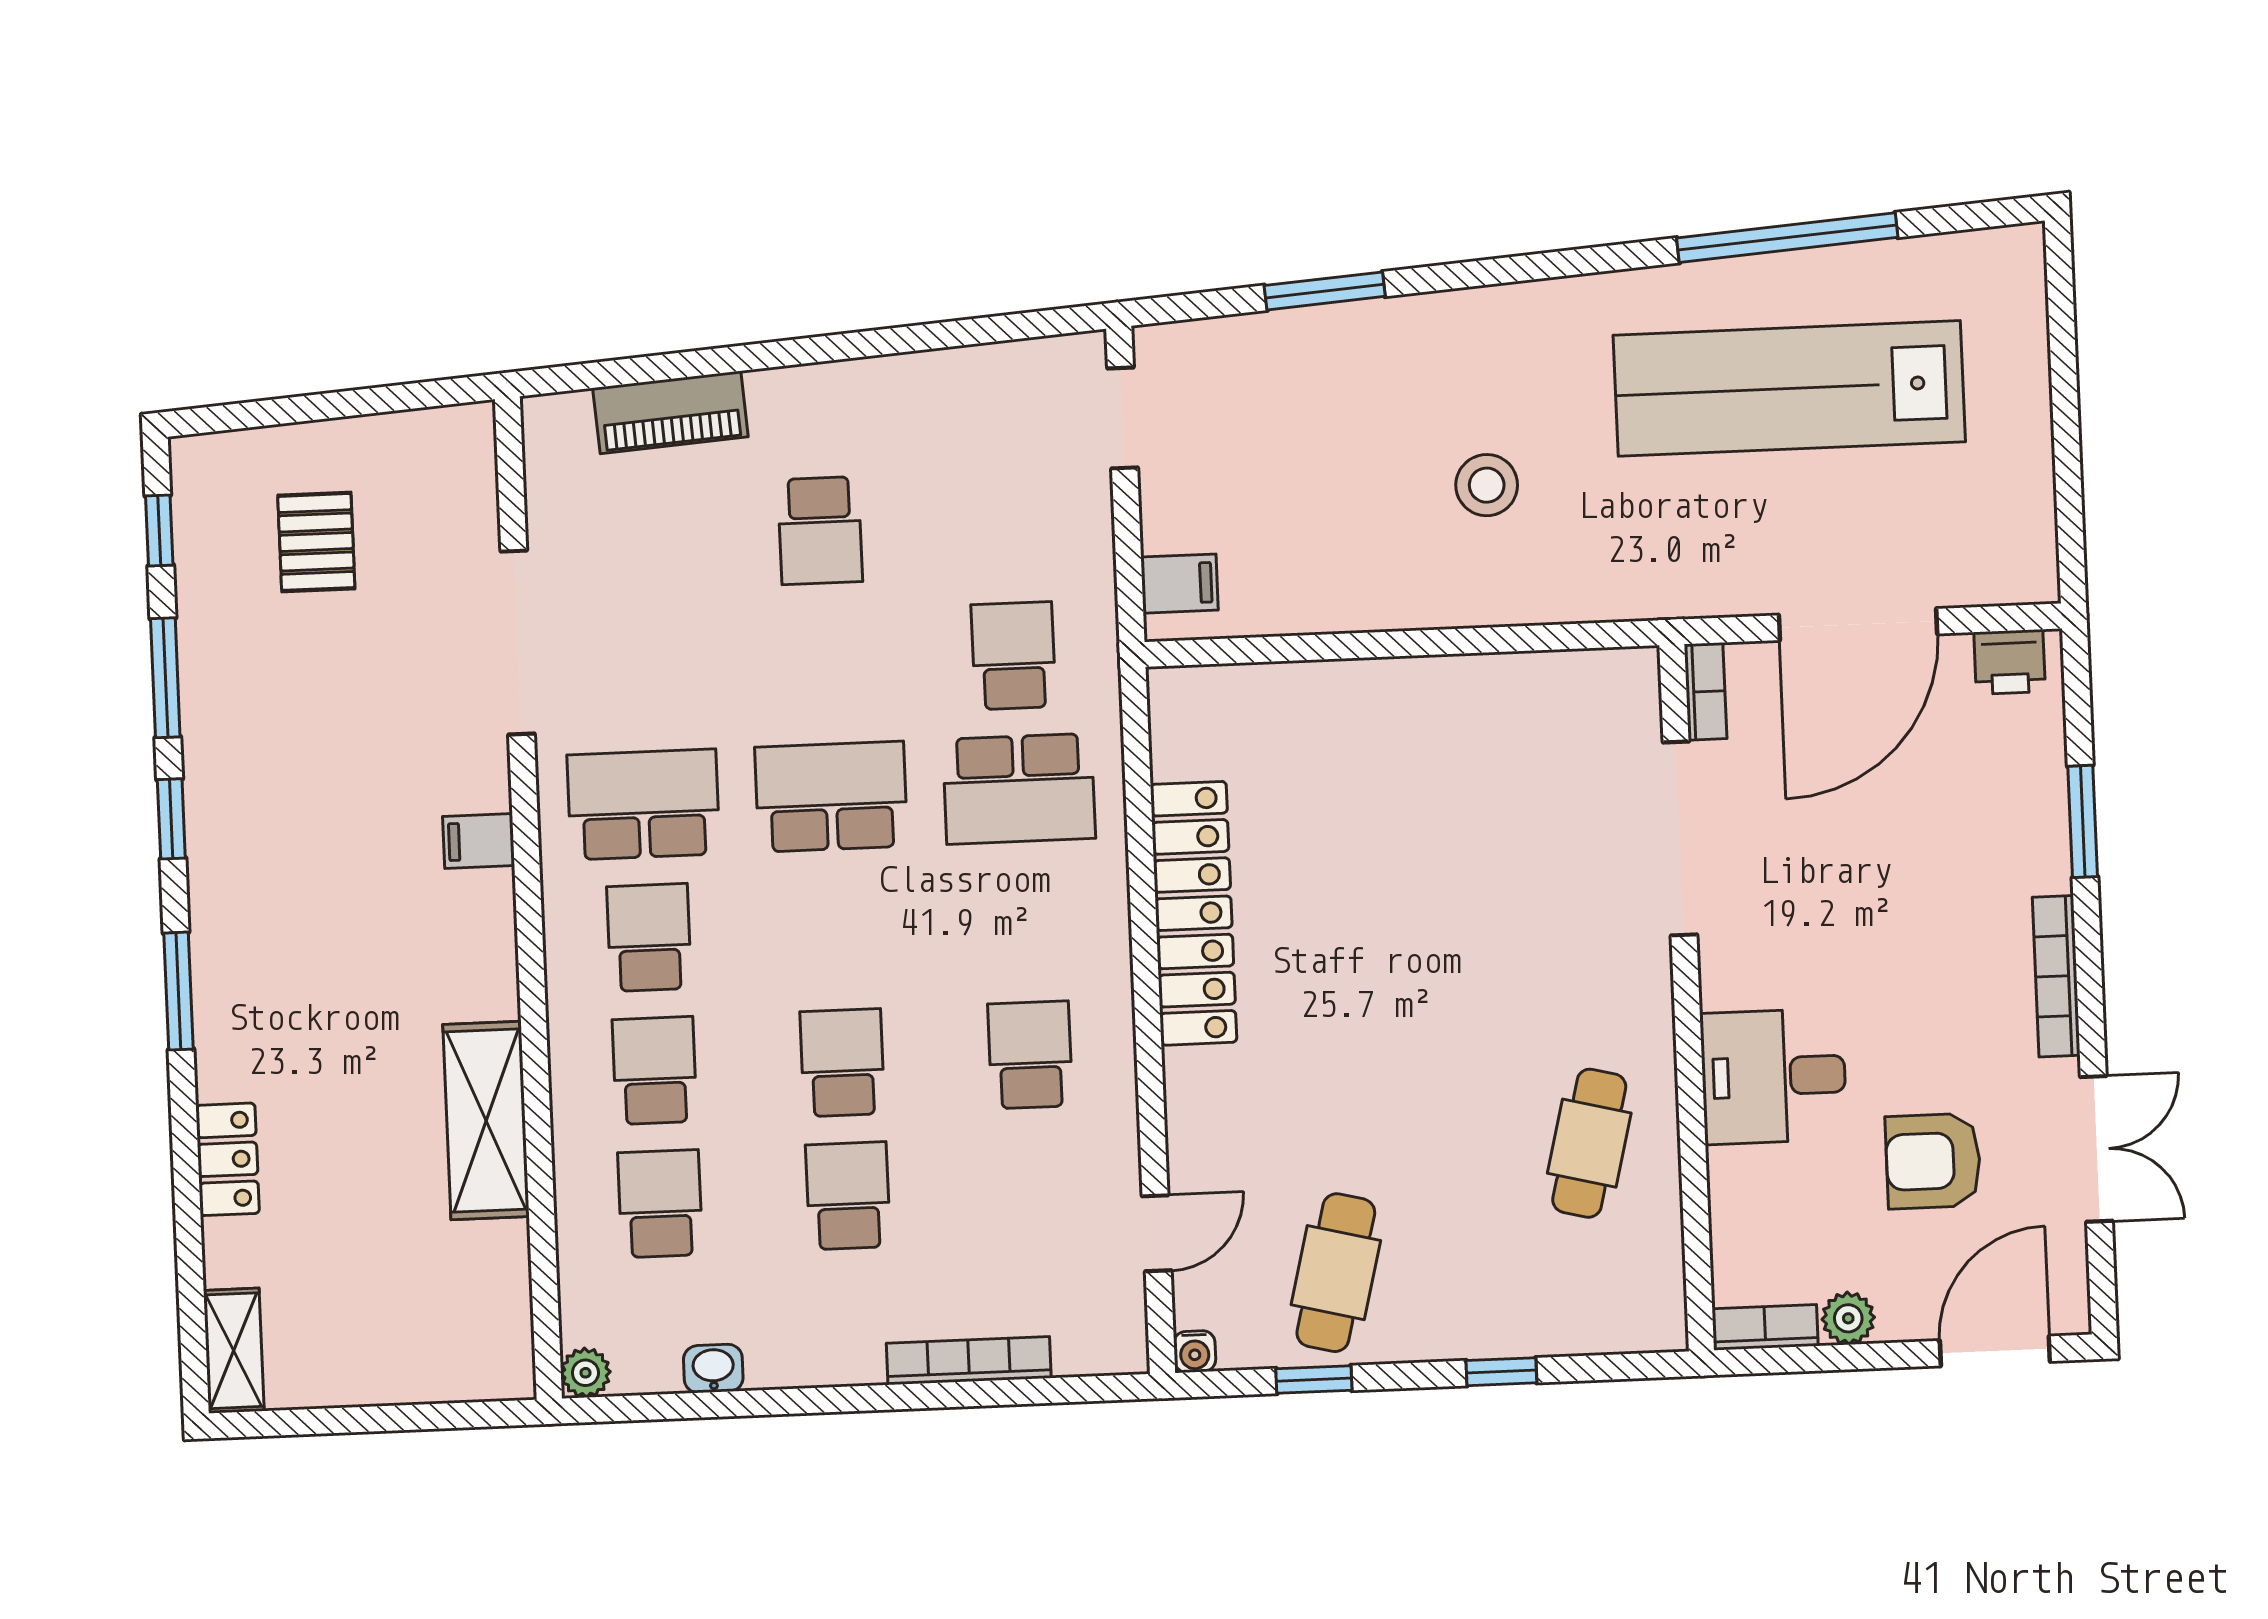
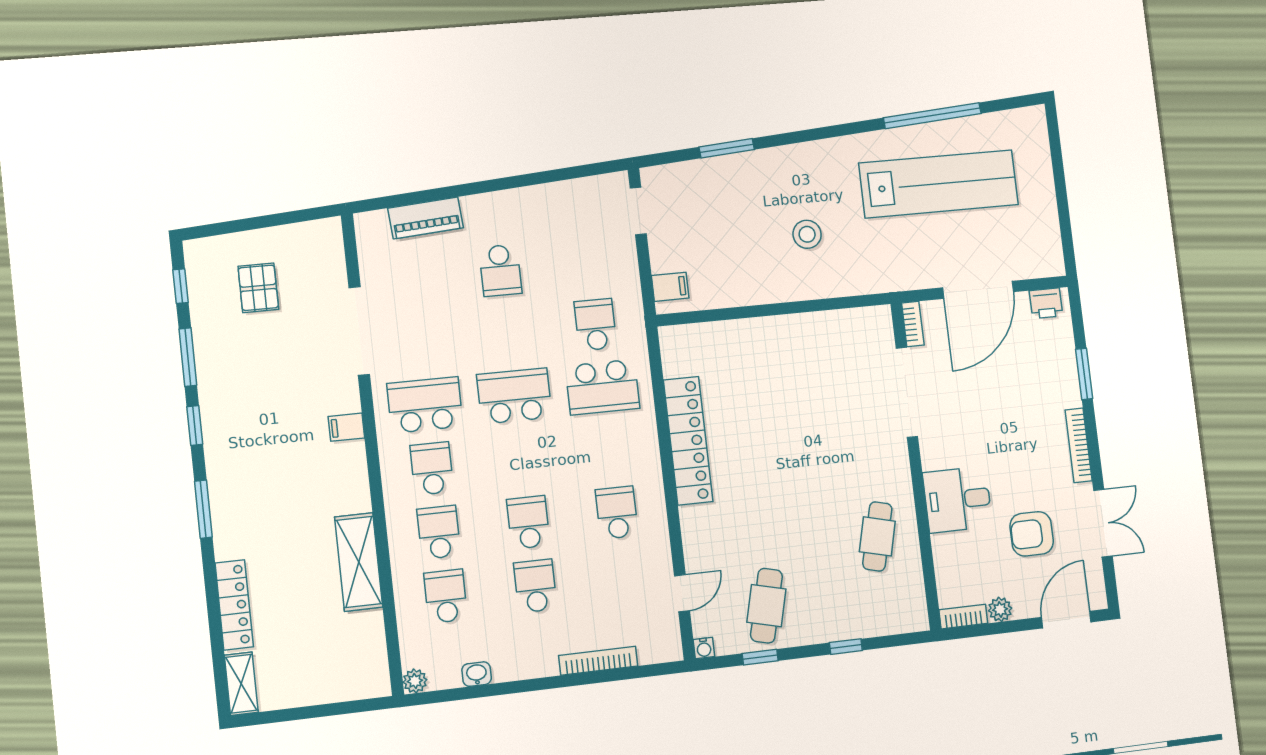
lab bench: (1789, 388) -> (939, 184), turned 180
locker: (228, 1159) -> (234, 605), width x1.53

